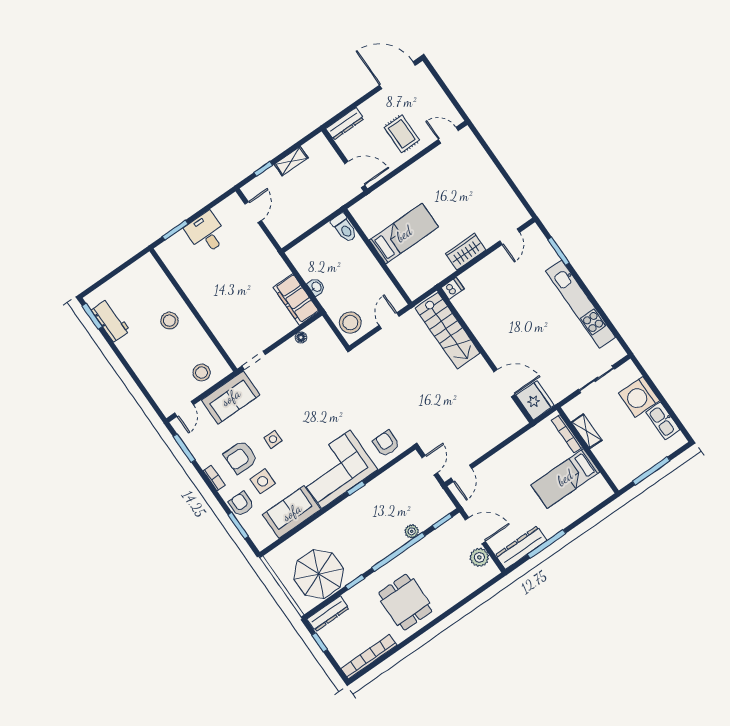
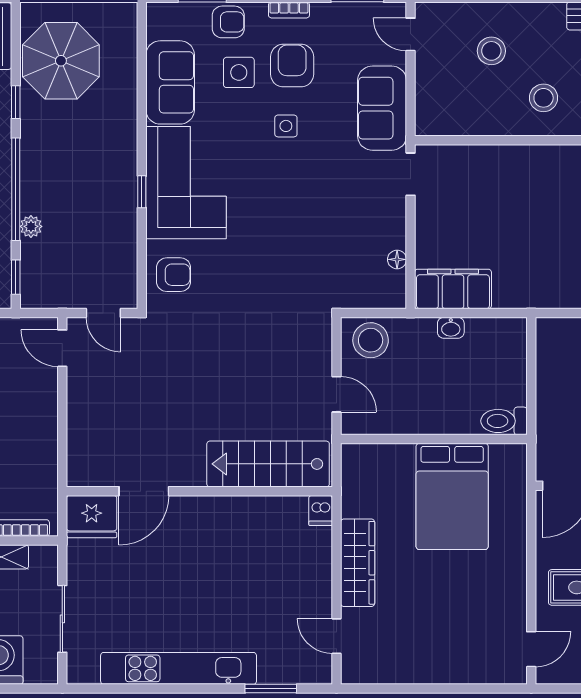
bed: (404, 234) -> (452, 496), width x1.50
wardrobe: (466, 252) -> (358, 563), width x1.50
stool: (202, 373) -> (491, 51), moved

